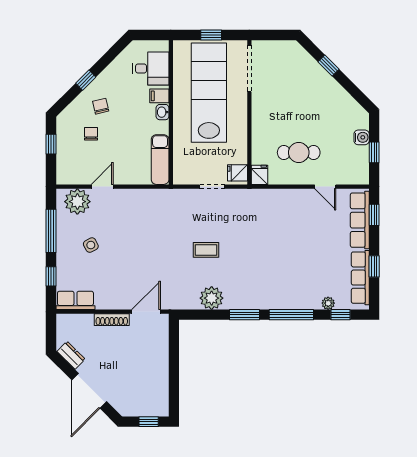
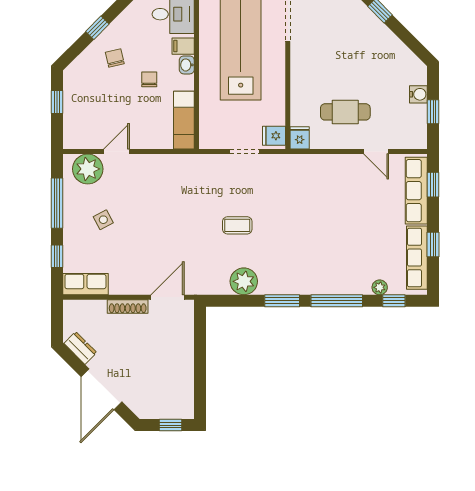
chair: (91, 134) -> (149, 79), moved

